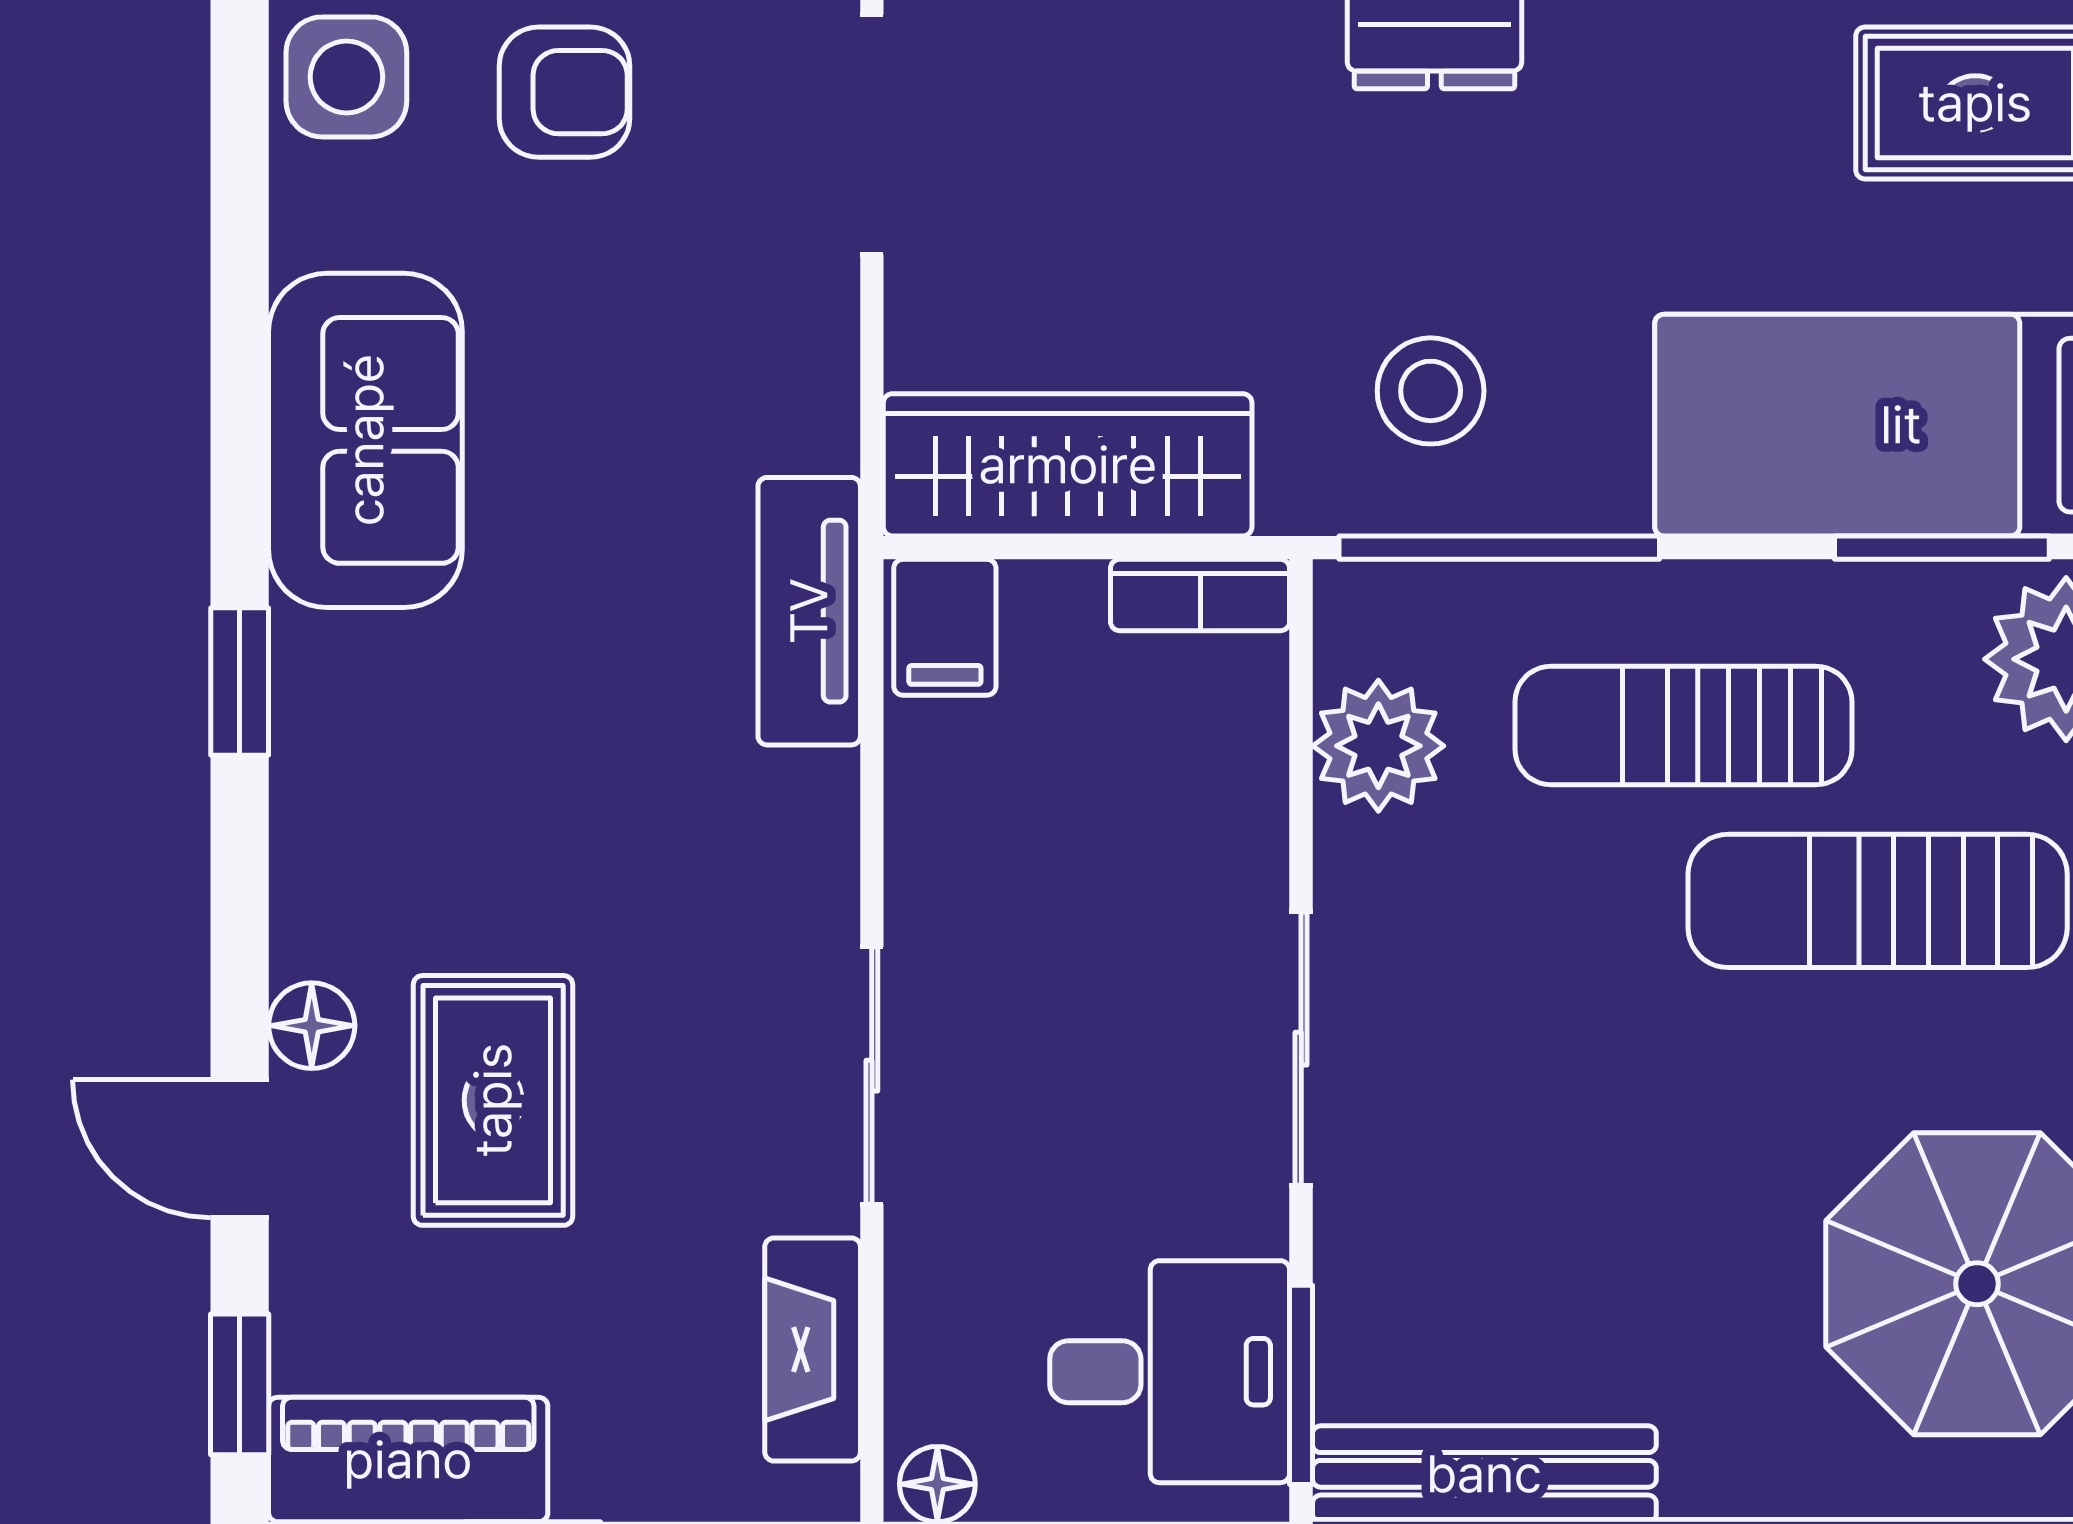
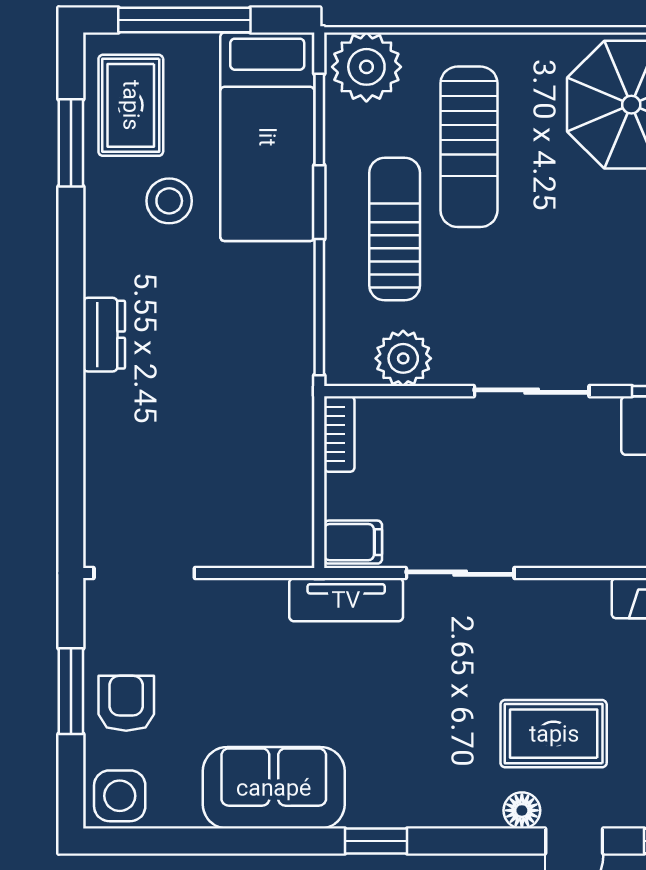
stool: (1431, 391) -> (169, 201), moved
wardrobe: (1068, 465) -> (284, 490), removed
sun lounger: (1683, 726) -> (395, 229), turned 180
sliding door: (872, 1076) -> (460, 573), moved

